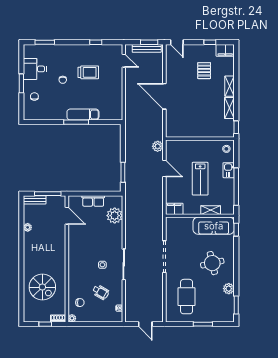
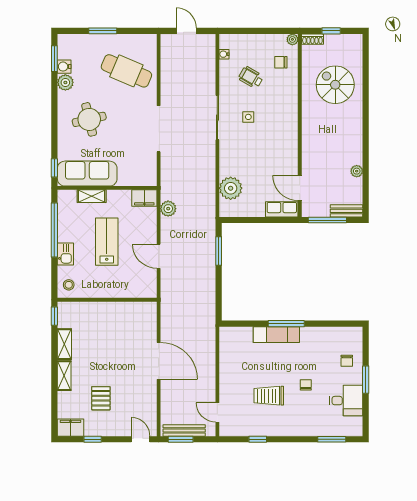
plant: (158, 146) -> (168, 209), moved
row of seats: (93, 201) -> (282, 209), moved
cafe table: (187, 297) -> (126, 71), turned -67
water cooler: (230, 300) -> (64, 67), added

